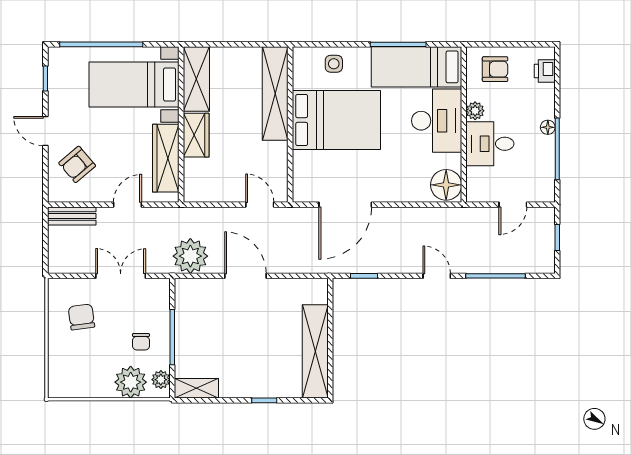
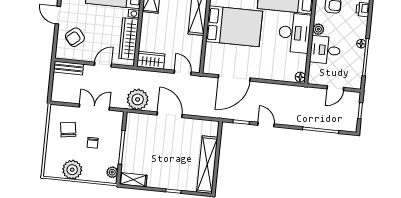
wardrobe: (196, 135) -> (151, 60), moved, turned -90
floor lamp: (446, 185) -> (300, 77), width x0.53, depth x0.53
door: (437, 276) -> (266, 125), moved
chair: (141, 342) -> (93, 143), moved
plant: (131, 382) -> (72, 170), moved

